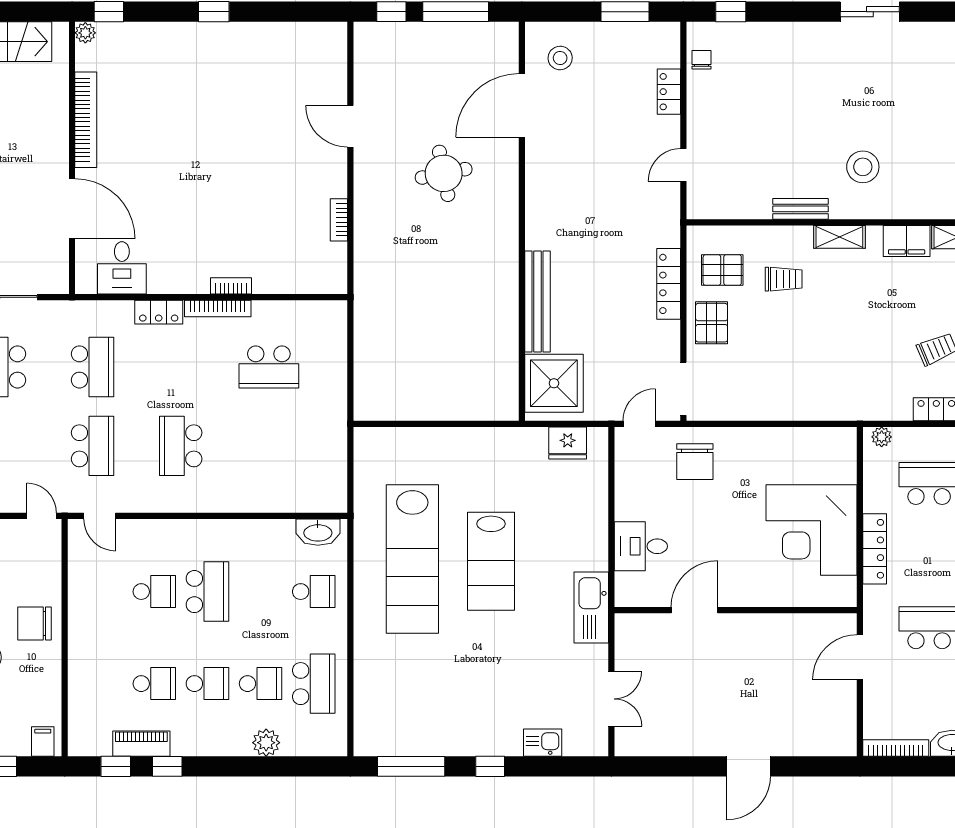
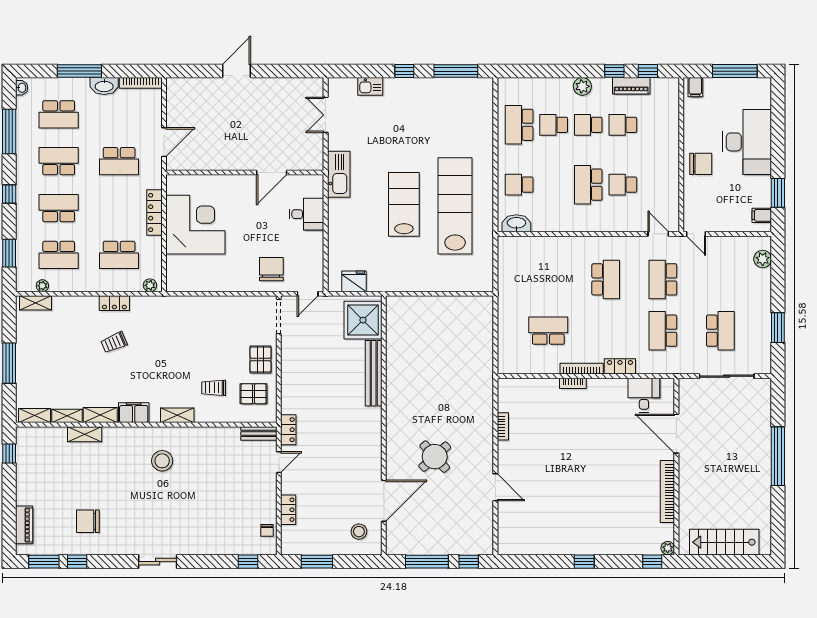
round table: (444, 173) -> (435, 457), turned -31
bench: (800, 209) -> (259, 433), moved
locker: (669, 284) -> (288, 430), moved, width x0.66
plant: (266, 743) -> (582, 86), moved

